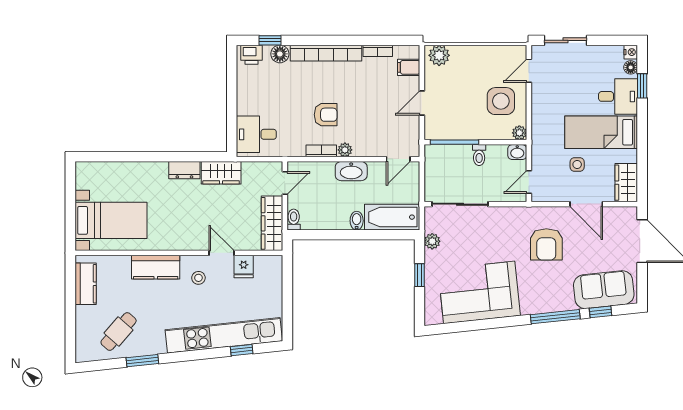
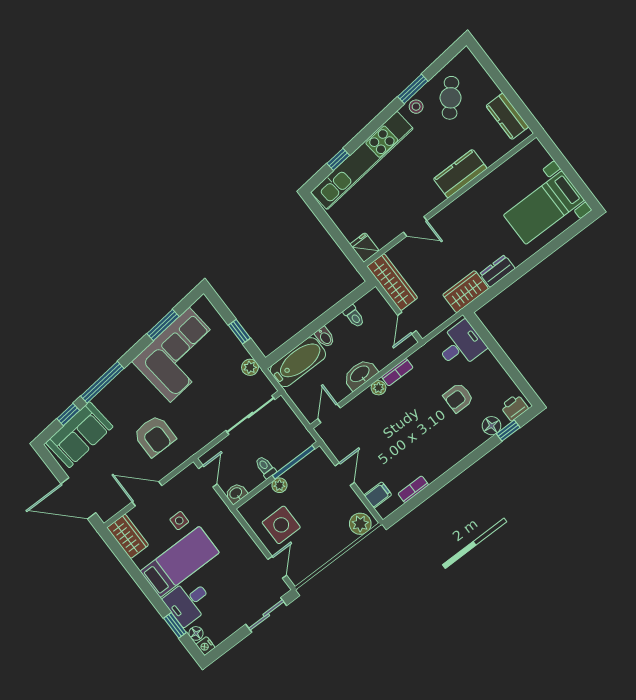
bookcase: (326, 53) -> (454, 455), removed
armchair: (326, 115) -> (458, 398), moved
plant: (519, 133) -> (279, 485), moved
bed with nightstands: (111, 220) -> (544, 208), moved
toilet: (294, 220) -> (354, 316), moved
armchair: (546, 244) -> (155, 436), turned 180
fridge: (244, 267) -> (364, 247), moved
stool: (198, 278) -> (416, 107), moved
window: (474, 325) -> (163, 325), added

